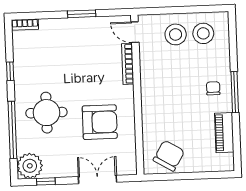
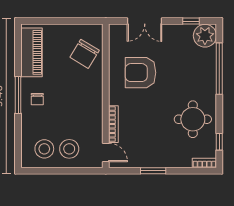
window: (10, 71) -> (219, 142), moved
round table: (46, 113) -> (193, 119), moved
piano: (224, 133) -> (32, 52), width x1.37, depth x1.33
chair: (169, 156) -> (85, 54), moved

